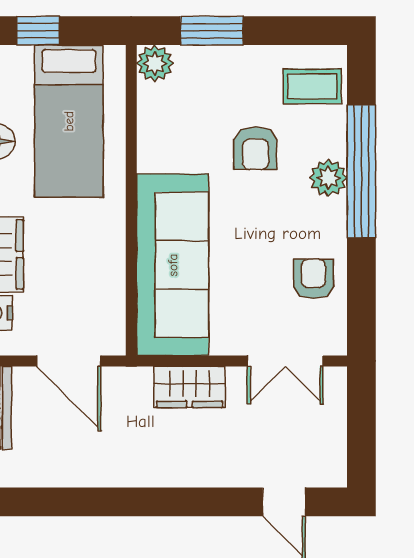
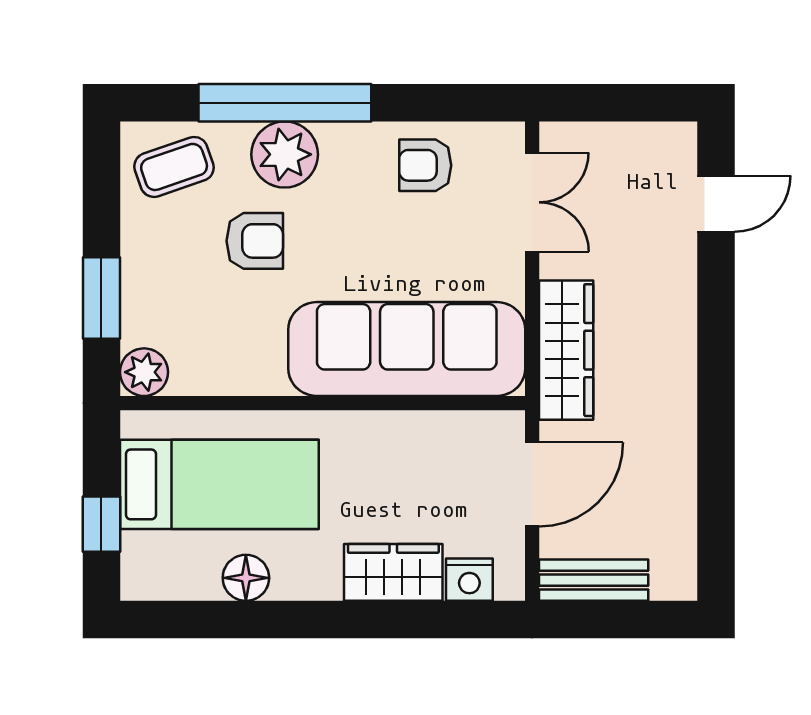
coffee table: (312, 86) -> (174, 167), turned 71
plant: (328, 178) -> (285, 154), width x1.36, depth x1.36
wardrobe: (190, 387) -> (566, 350), width x1.50

